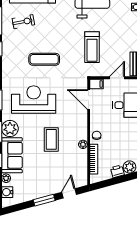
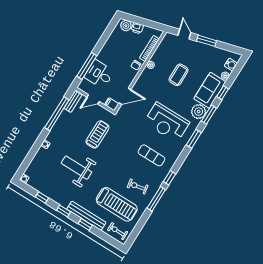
exercise mat: (44, 59) -> (152, 155), moved
door: (89, 99) -> (125, 96), hinge flipped
coffee table: (51, 139) -> (179, 75), moved
door: (69, 193) -> (184, 34), swing flipped

